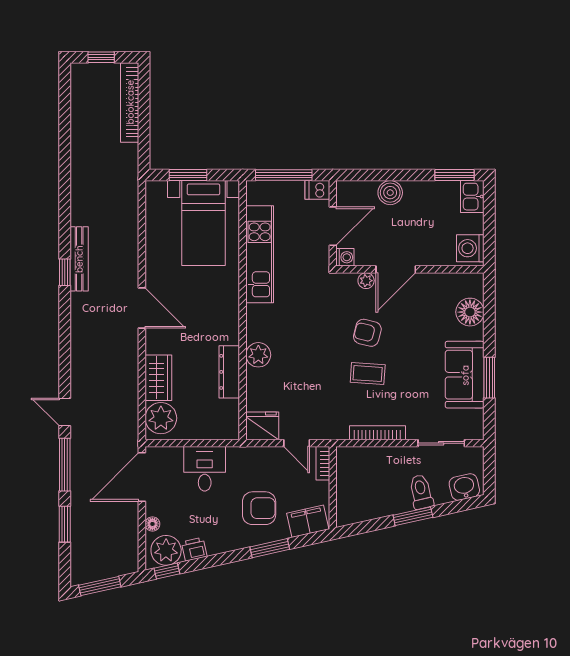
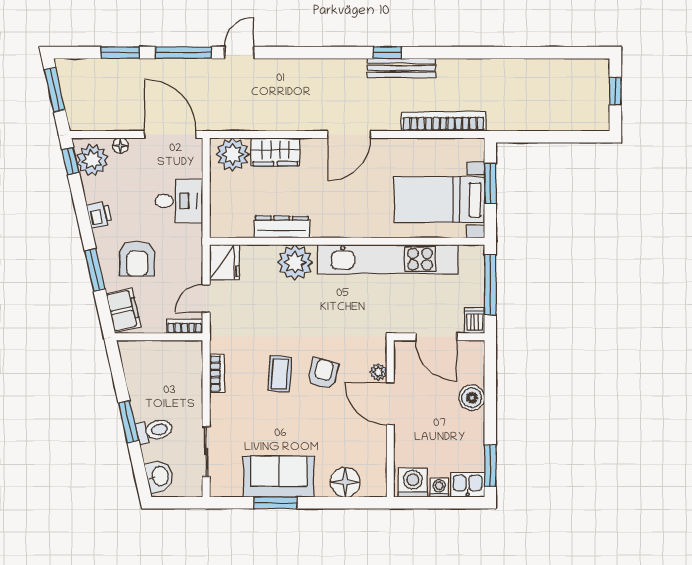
bookcase: (130, 102) -> (443, 121), moved
kitchen unit: (260, 254) -> (388, 259), width x1.36
washing machine: (345, 257) -> (439, 488), moved, turned 180
plant: (258, 355) -> (295, 263), width x1.36, depth x1.36
bookcase: (377, 433) -> (217, 373), width x0.64
printer: (194, 549) -> (99, 215), moved

